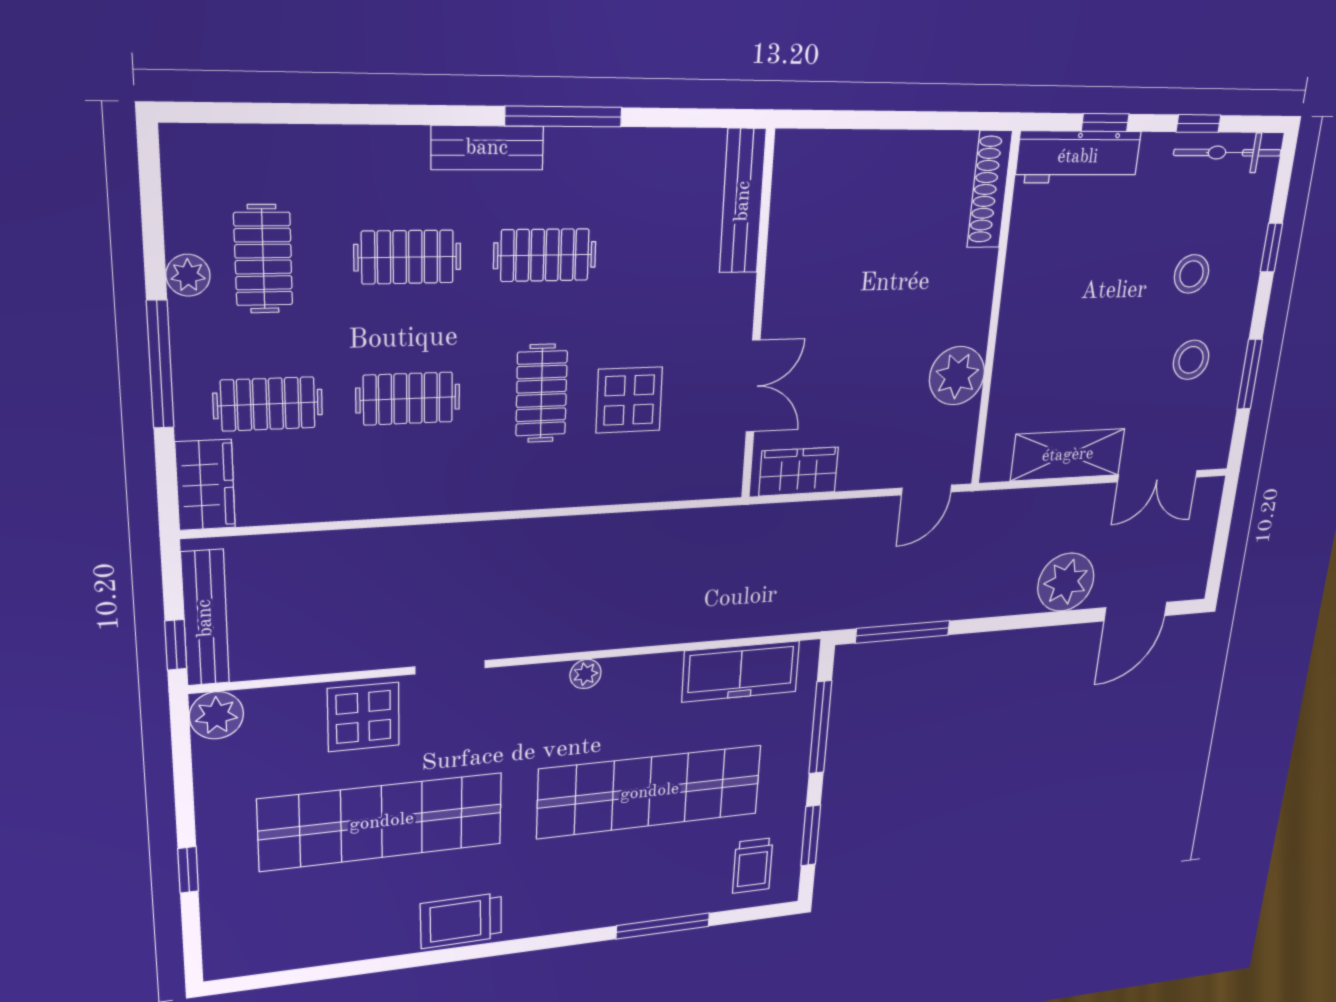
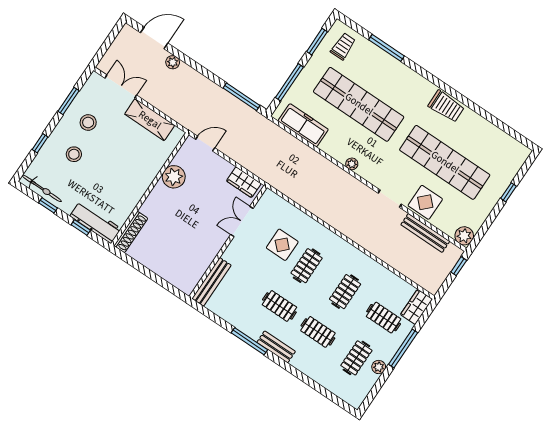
clothes rail: (408, 399) -> (345, 292), turned 90
plant: (1066, 582) -> (173, 62), width x0.53, depth x0.53
bench: (205, 618) -> (425, 233), moved, turned 90

